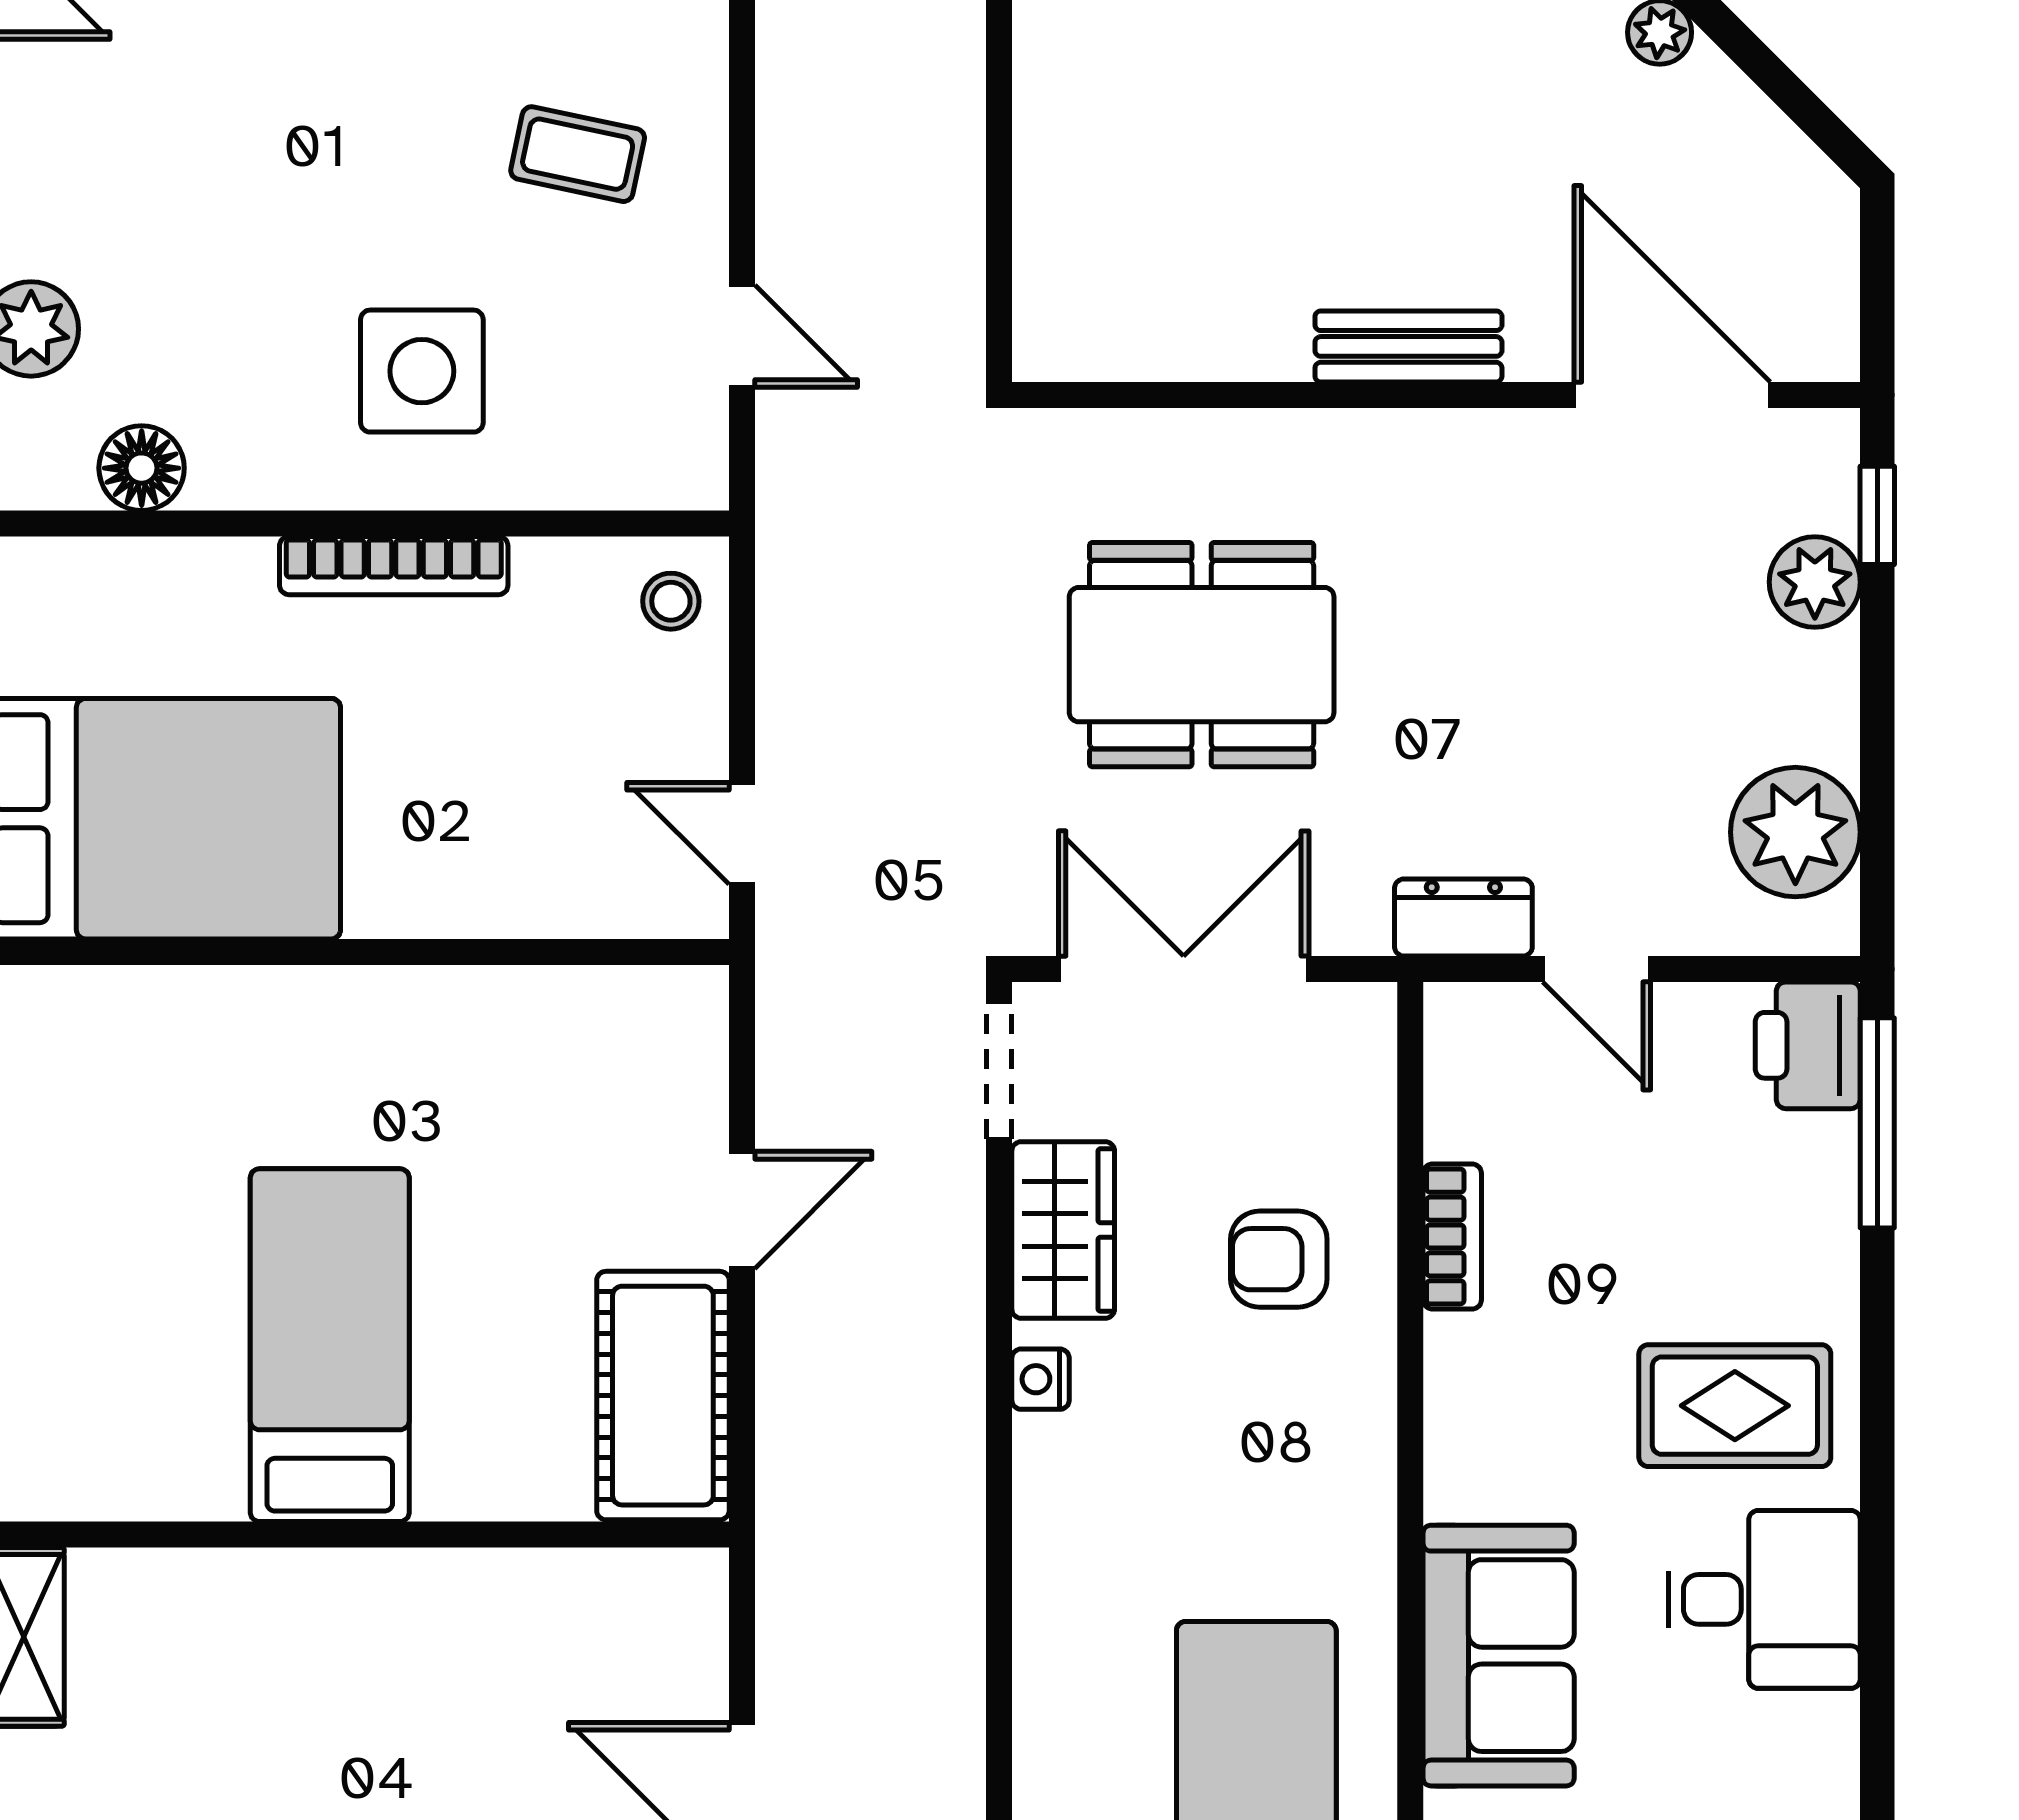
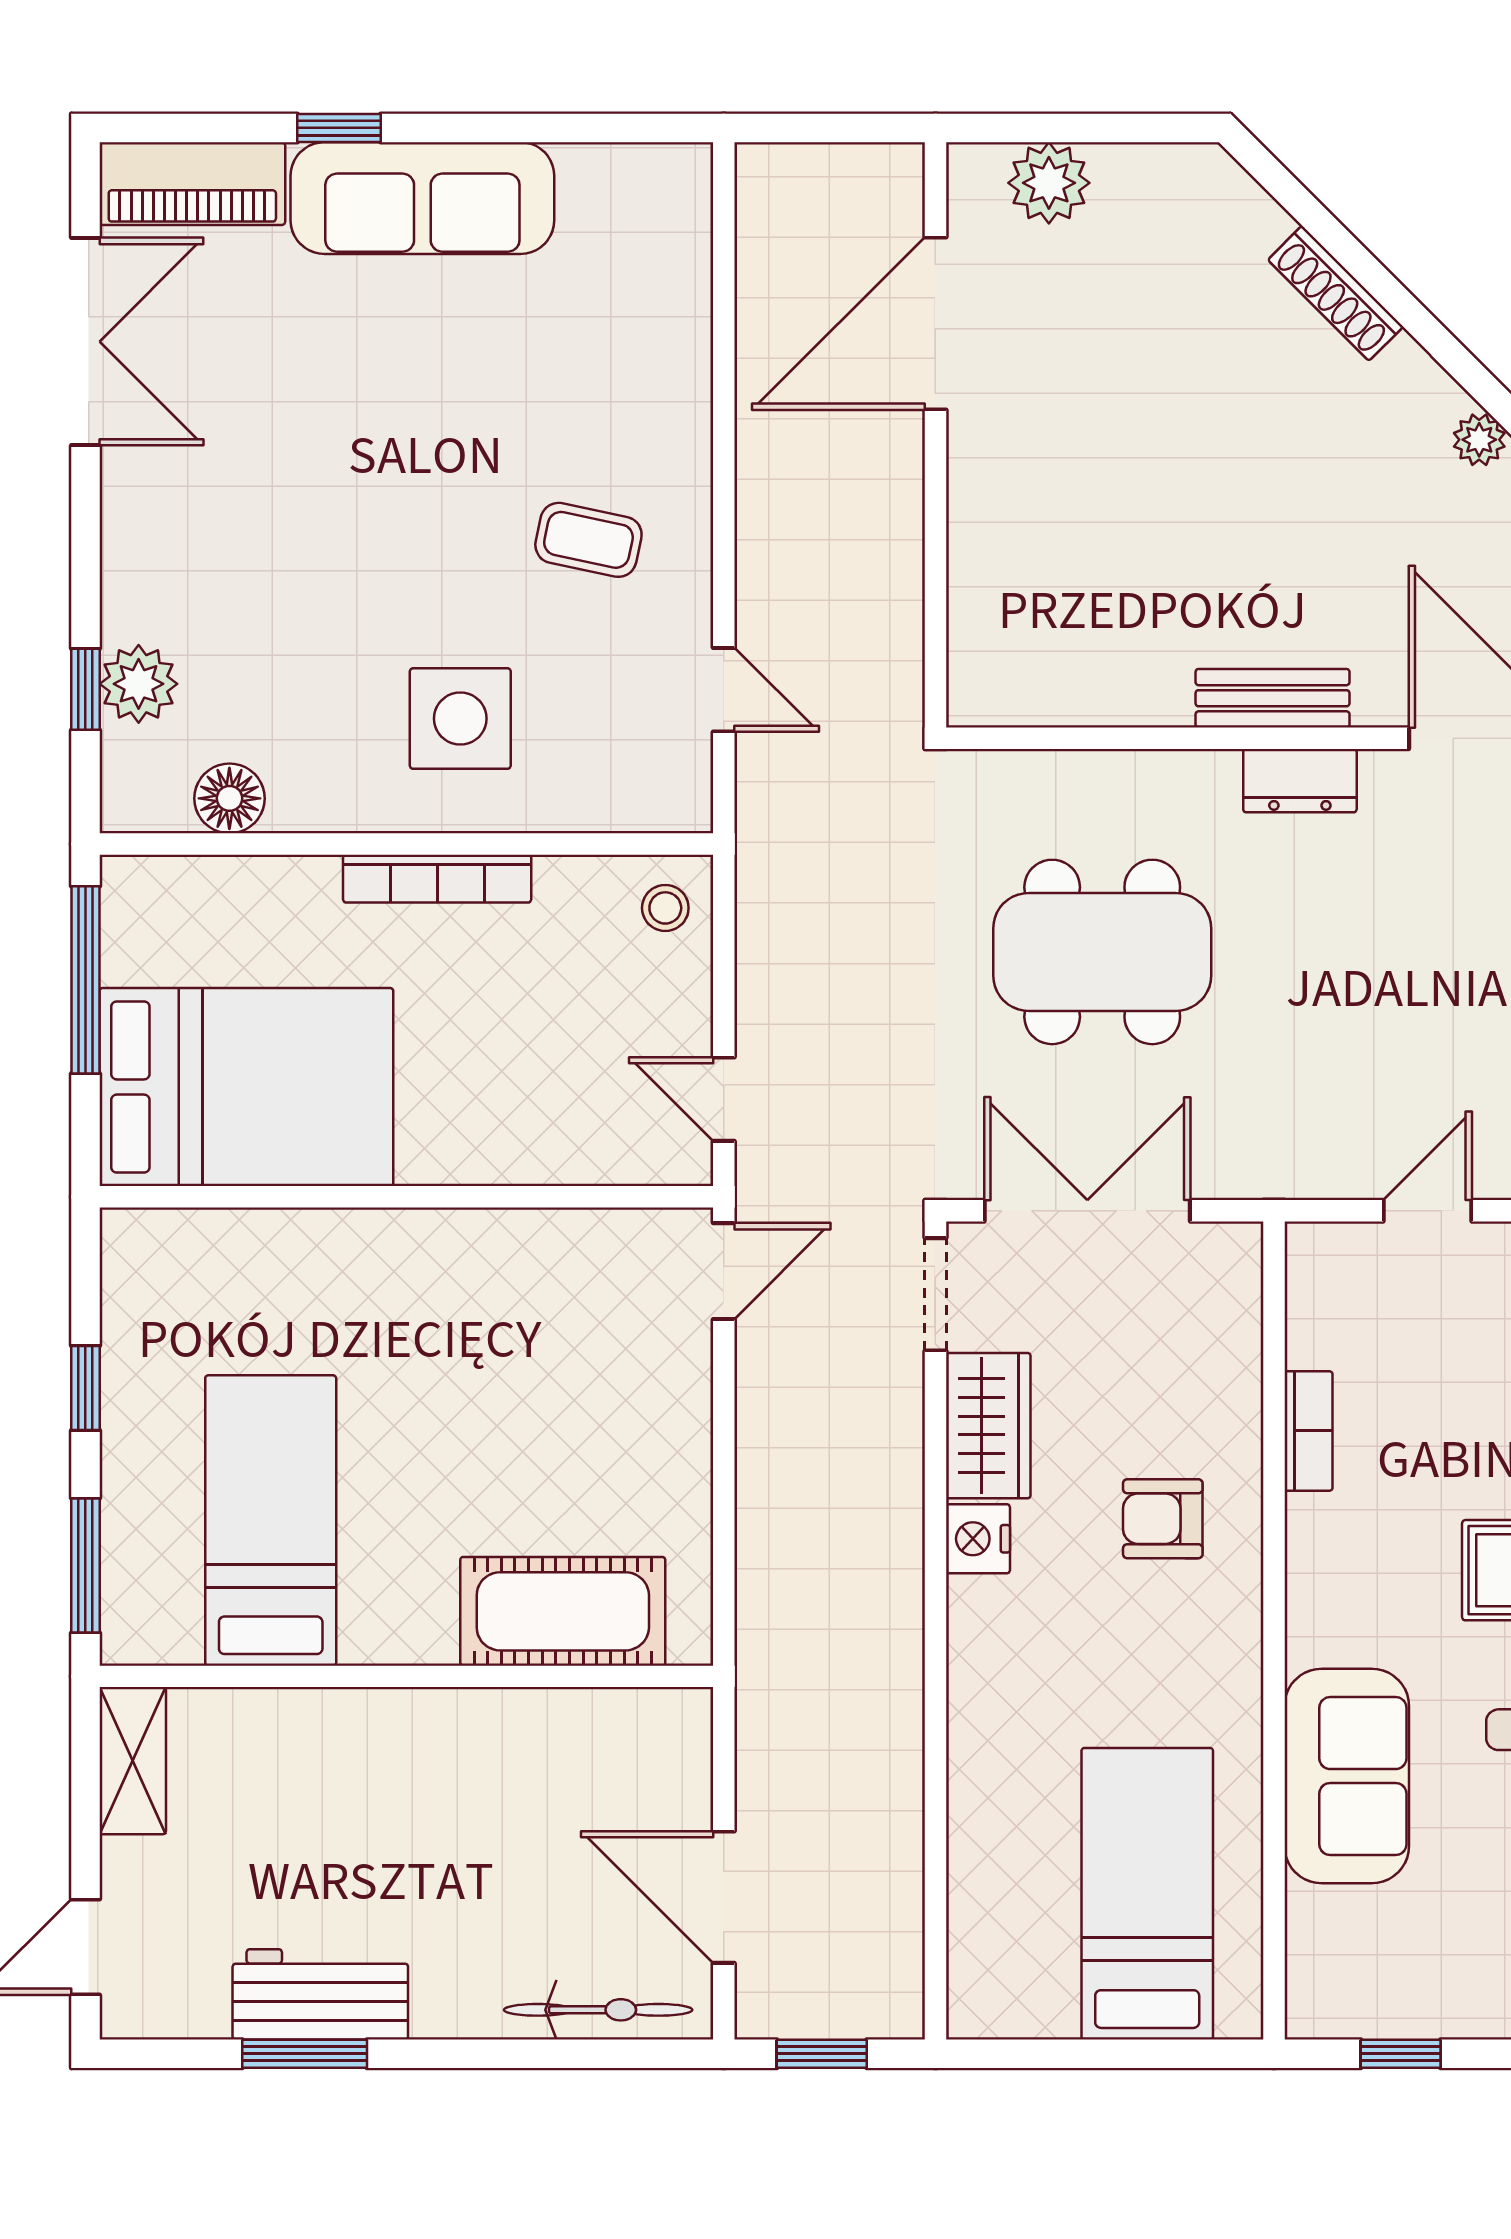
dresser: (1463, 917) -> (1300, 781), moved, turned 180
door: (1597, 969) -> (1427, 1211), swing flipped
door: (742, 1210) -> (724, 1271), moved
armchair: (1279, 1259) -> (1163, 1519), moved
bed: (330, 1345) -> (271, 1520), moved
nightstand: (1041, 1379) -> (978, 1539), width x1.39, depth x1.35
cot: (663, 1396) -> (563, 1611), moved, turned 90

